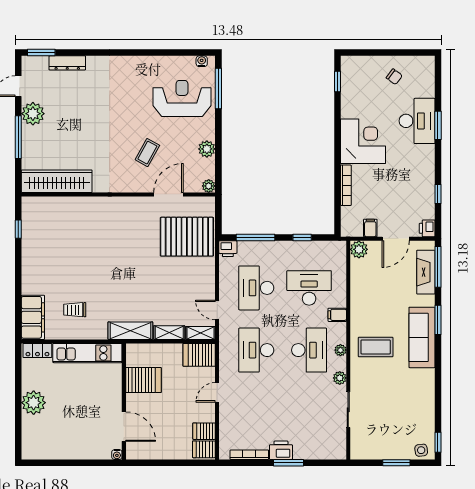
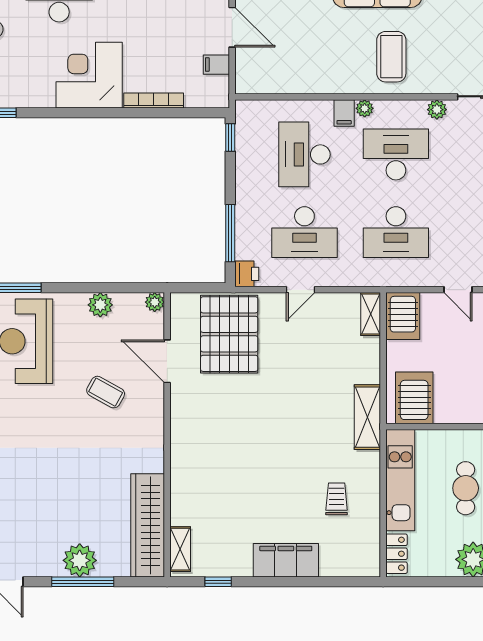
plant: (33, 114) -> (80, 560), moved
window: (302, 237) -> (230, 137), moved
plant: (359, 249) -> (248, 81), removed
trolley: (75, 310) -> (337, 499), turned 180
door: (217, 310) -> (301, 290), moved
filing cabinet: (33, 317) -> (286, 560), moved
shelving: (169, 333) -> (180, 549), moved
plant: (340, 350) -> (365, 108), moved
server rack: (143, 380) -> (414, 398), moved
cafe table: (82, 398) -> (466, 488), added

